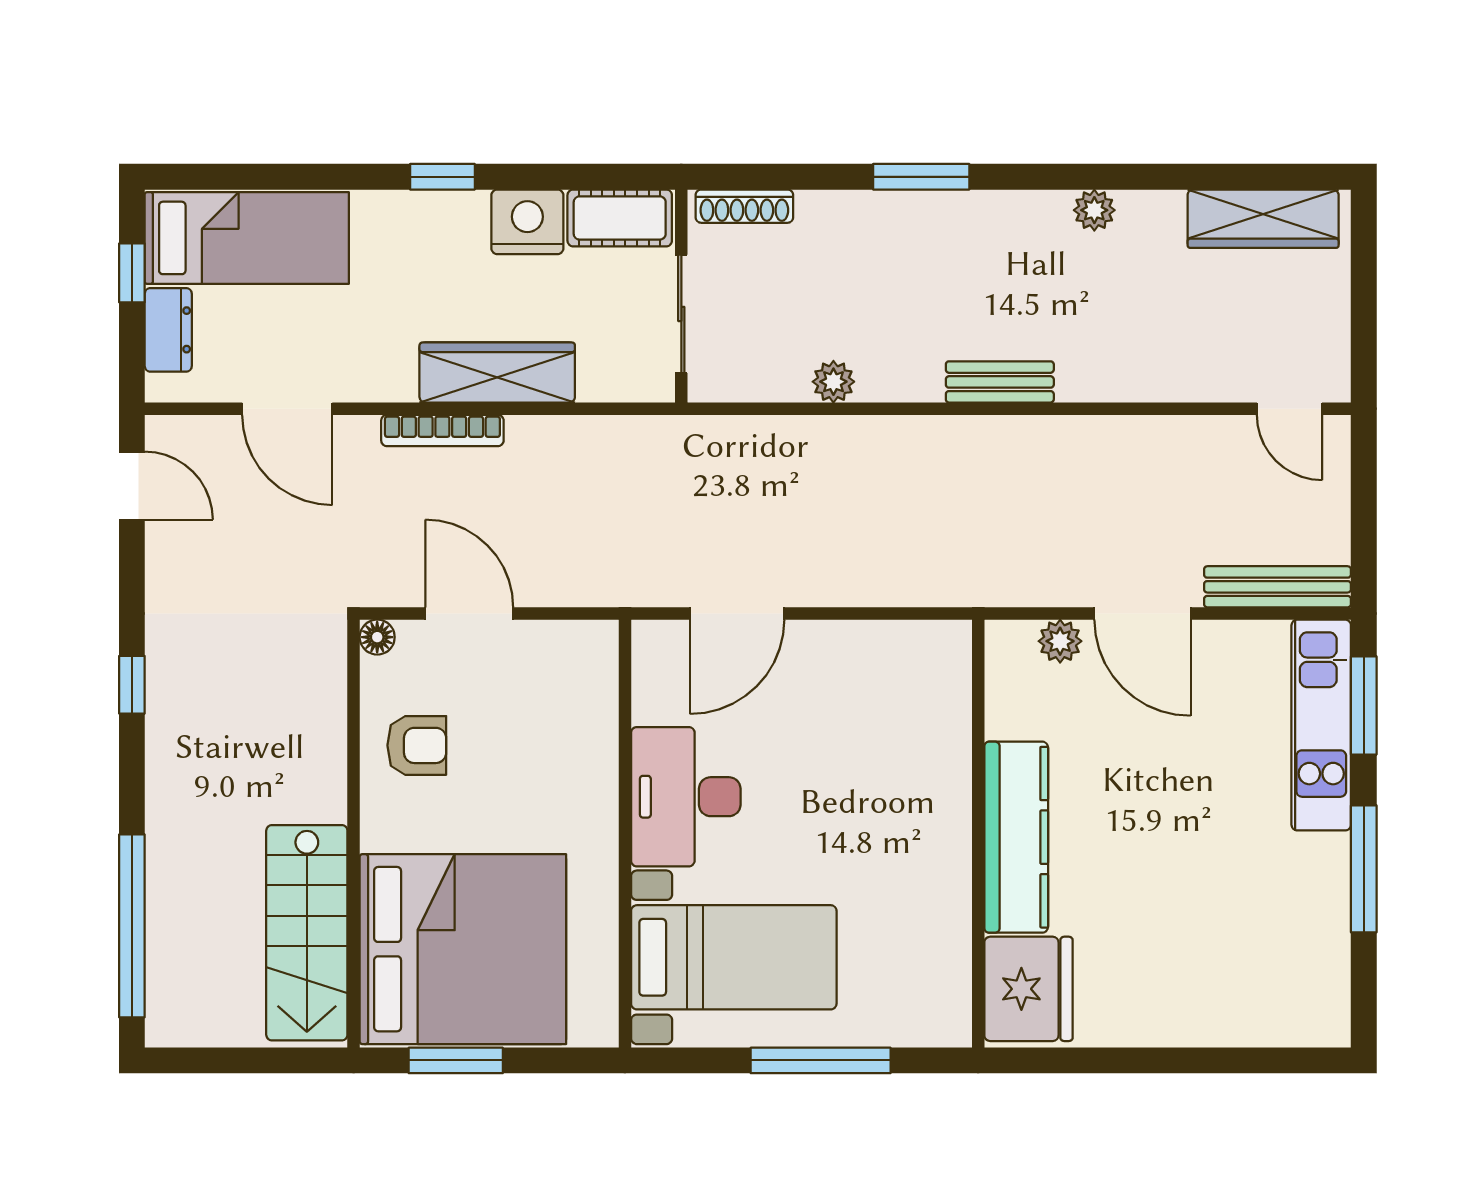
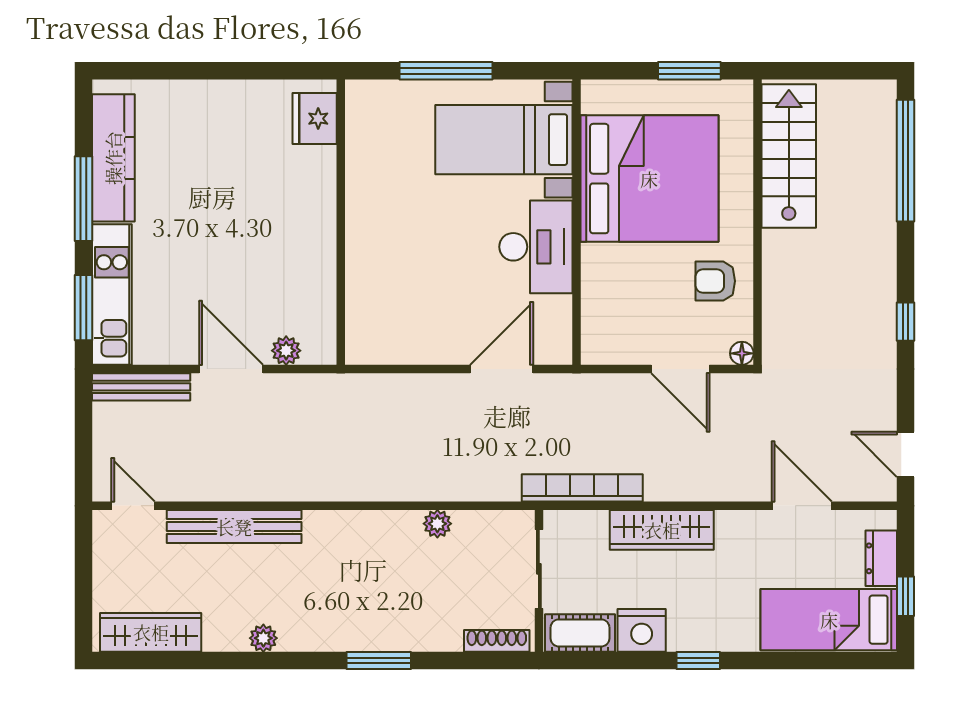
bench: (1000, 382) -> (234, 527), moved, width x1.86, depth x1.21
bookcase: (442, 431) -> (582, 488), moved, width x1.48, depth x1.31
kitchen counter: (1016, 837) -> (113, 158), moved, turned 180
bed: (463, 949) -> (649, 179), moved, turned 180
fridge: (1029, 989) -> (315, 119), width x0.73, depth x0.75

